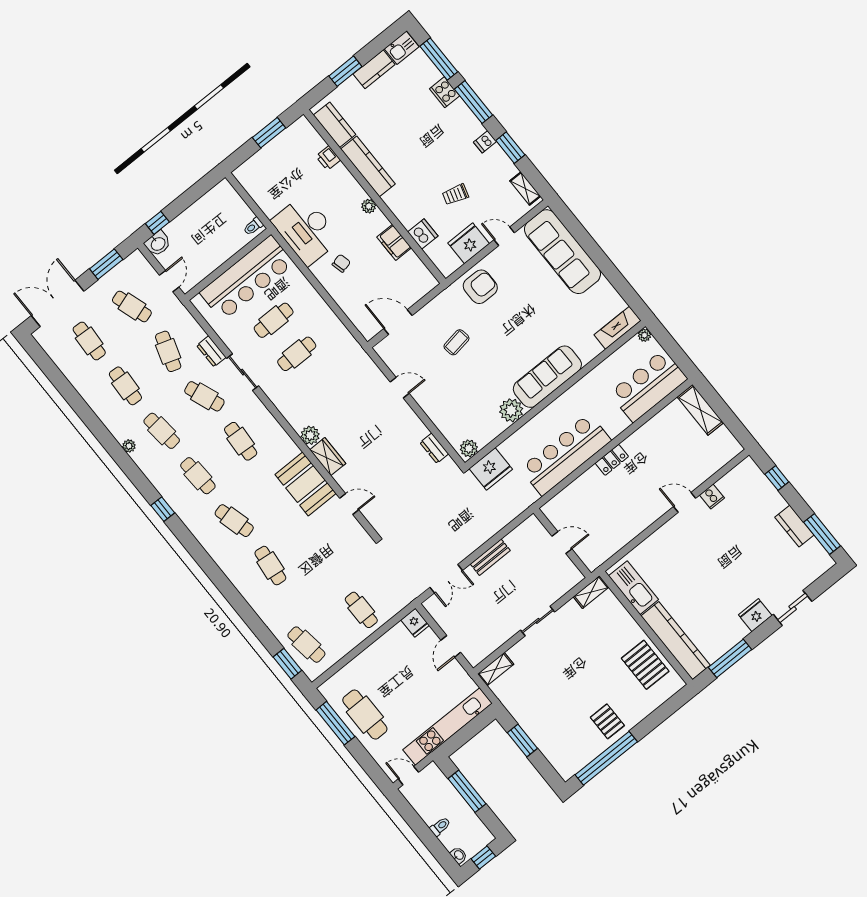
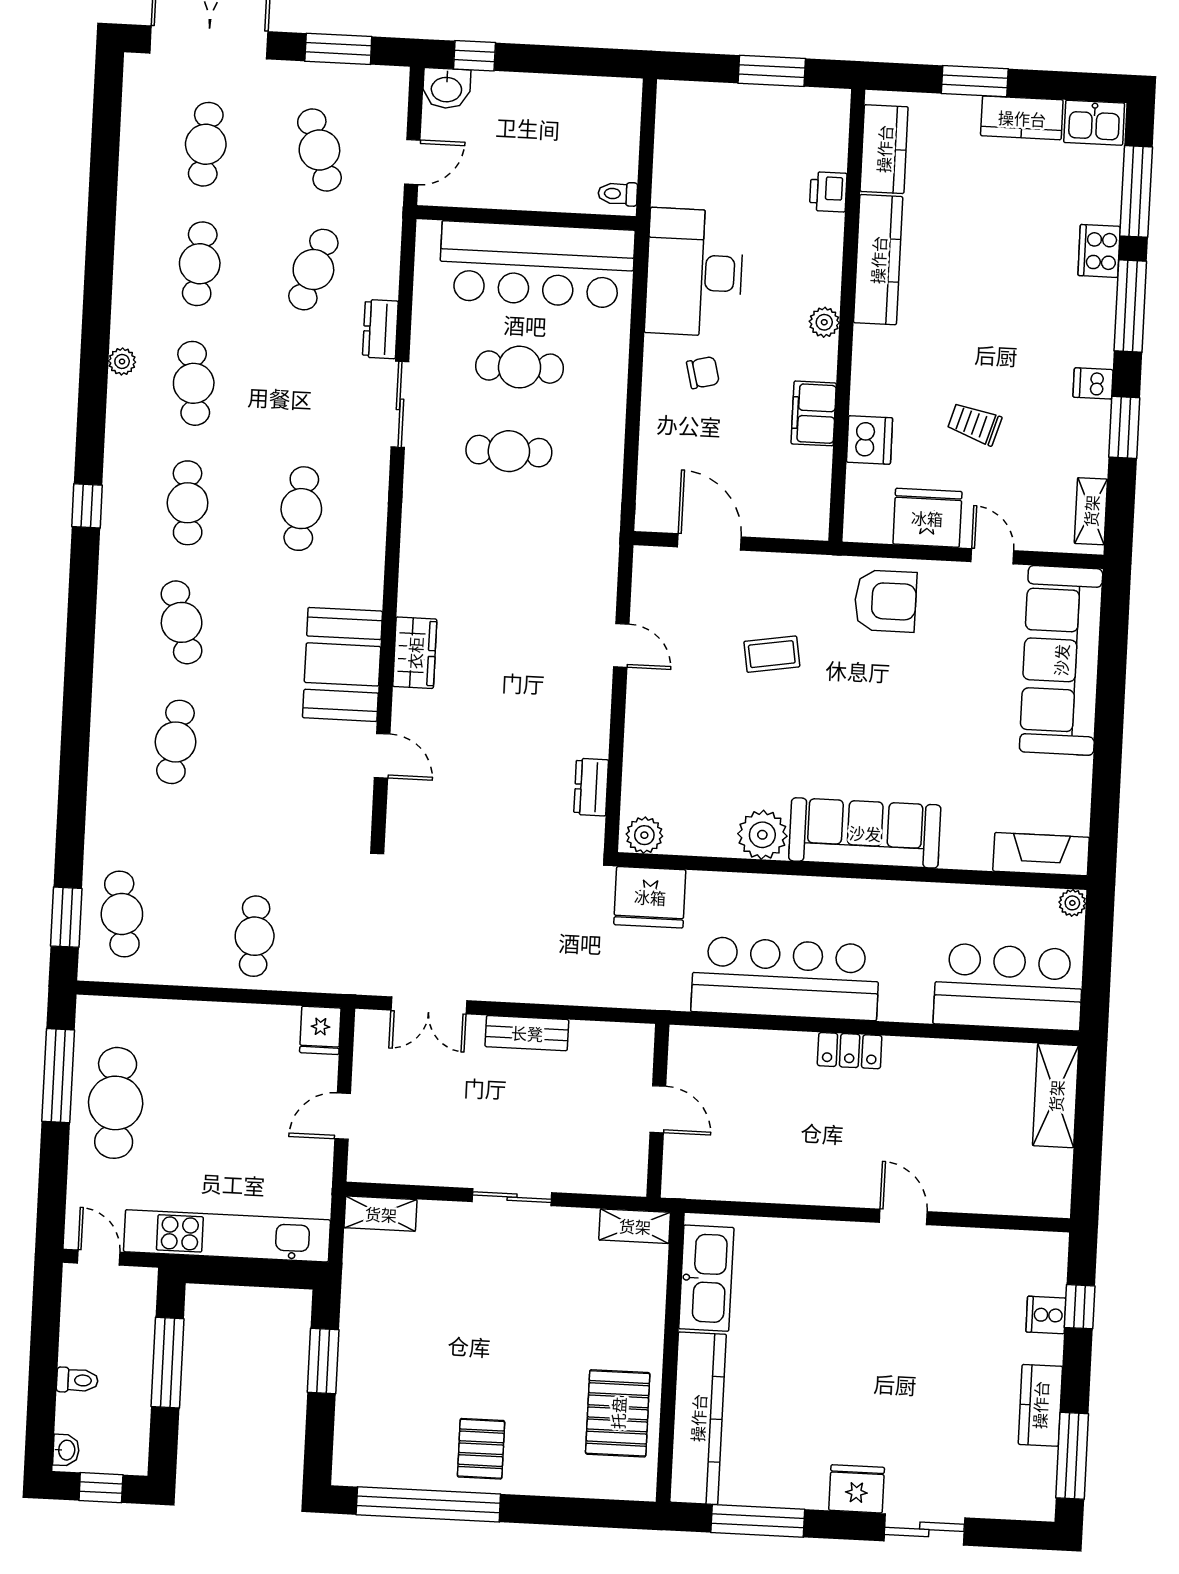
cafe table: (204, 396) -> (307, 389), removed
plant: (310, 435) -> (417, 595), removed
cooker: (712, 497) -> (1046, 1315), moved, turned 90

